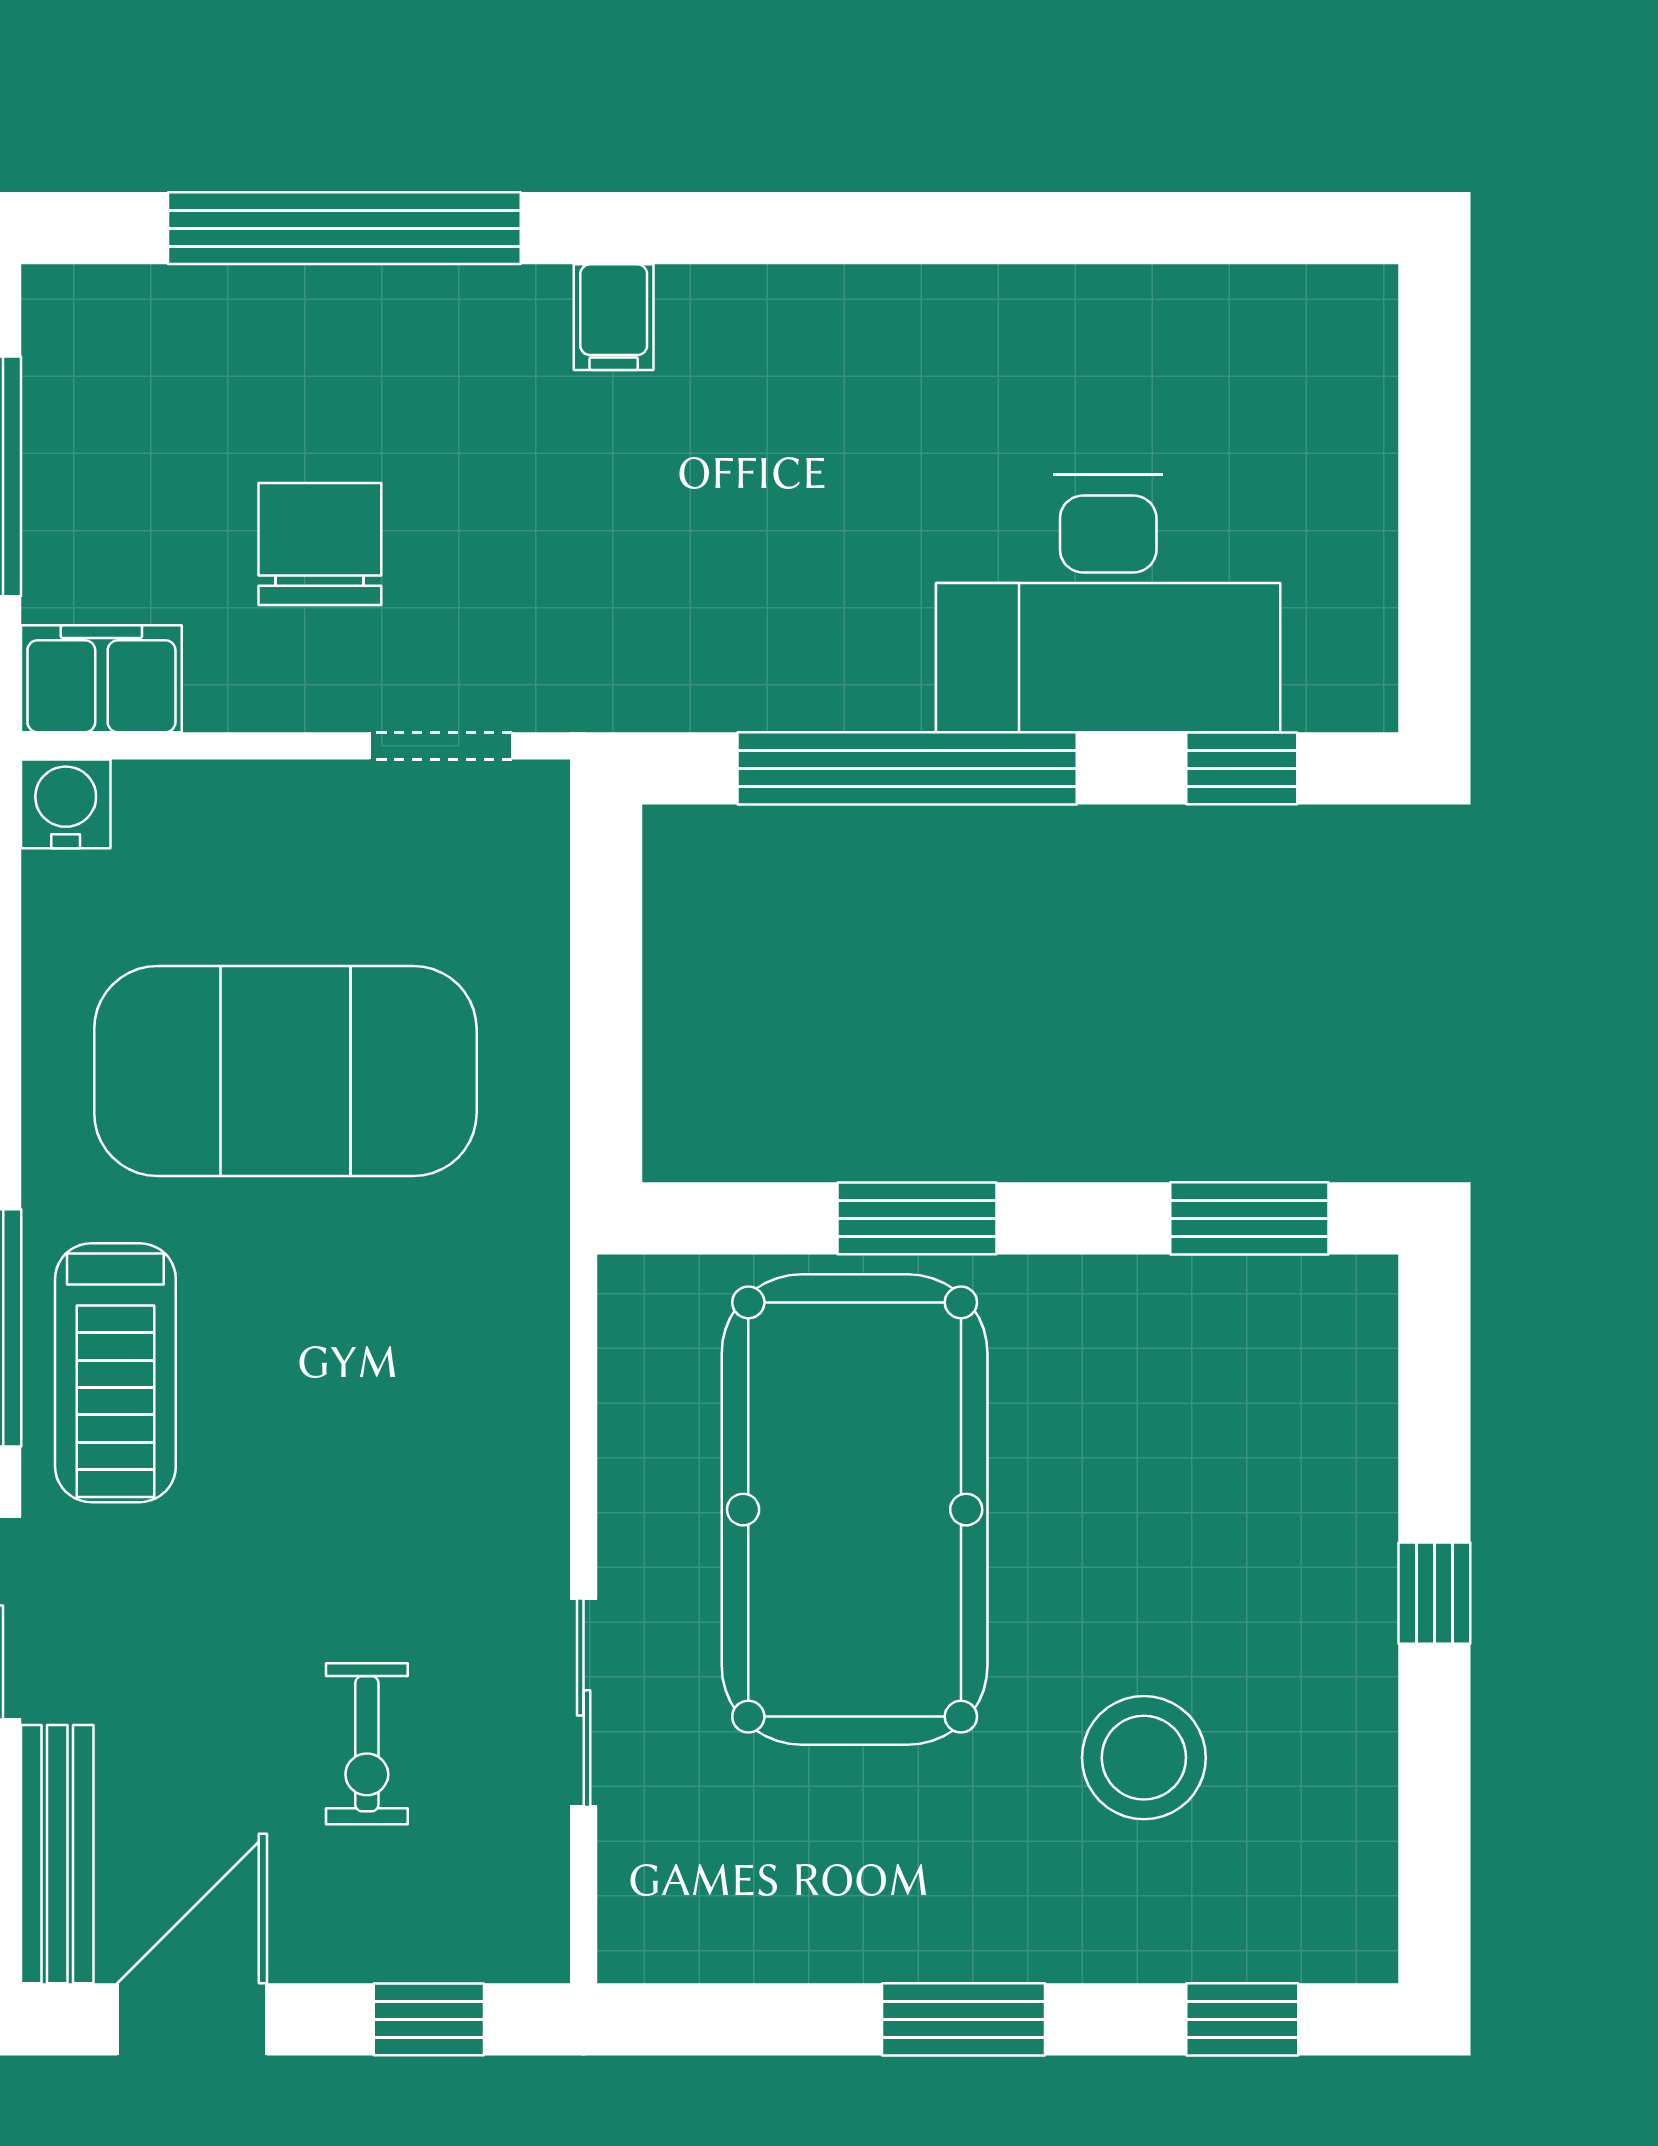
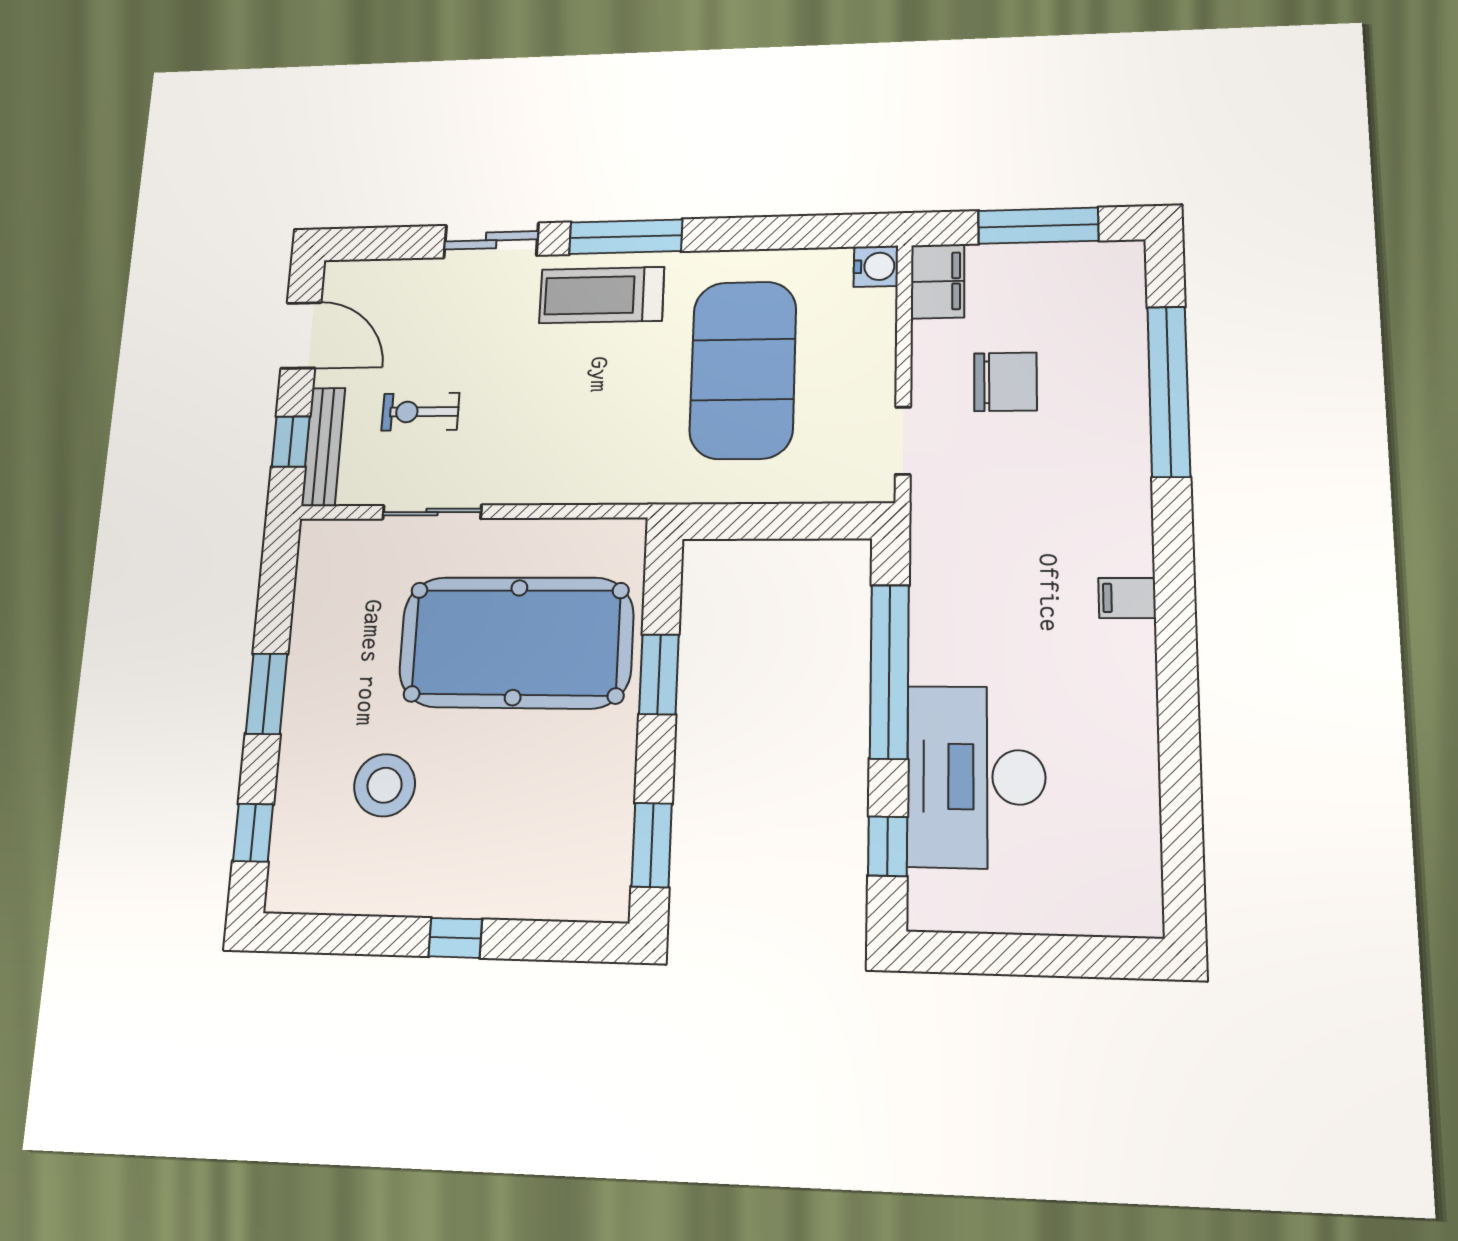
filing cabinet: (614, 317) -> (1127, 598), moved
bench: (57, 1854) -> (323, 447), moved, turned 90

